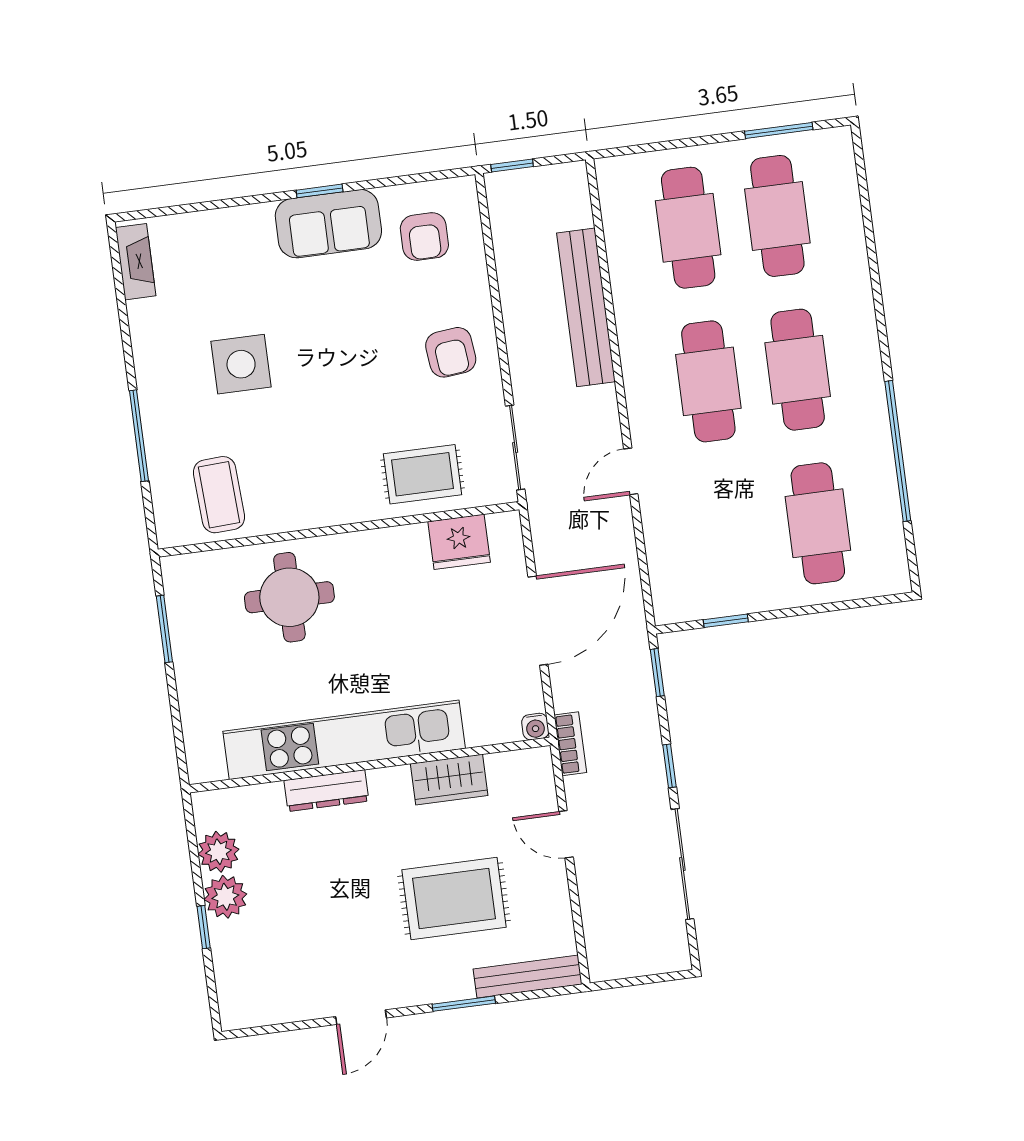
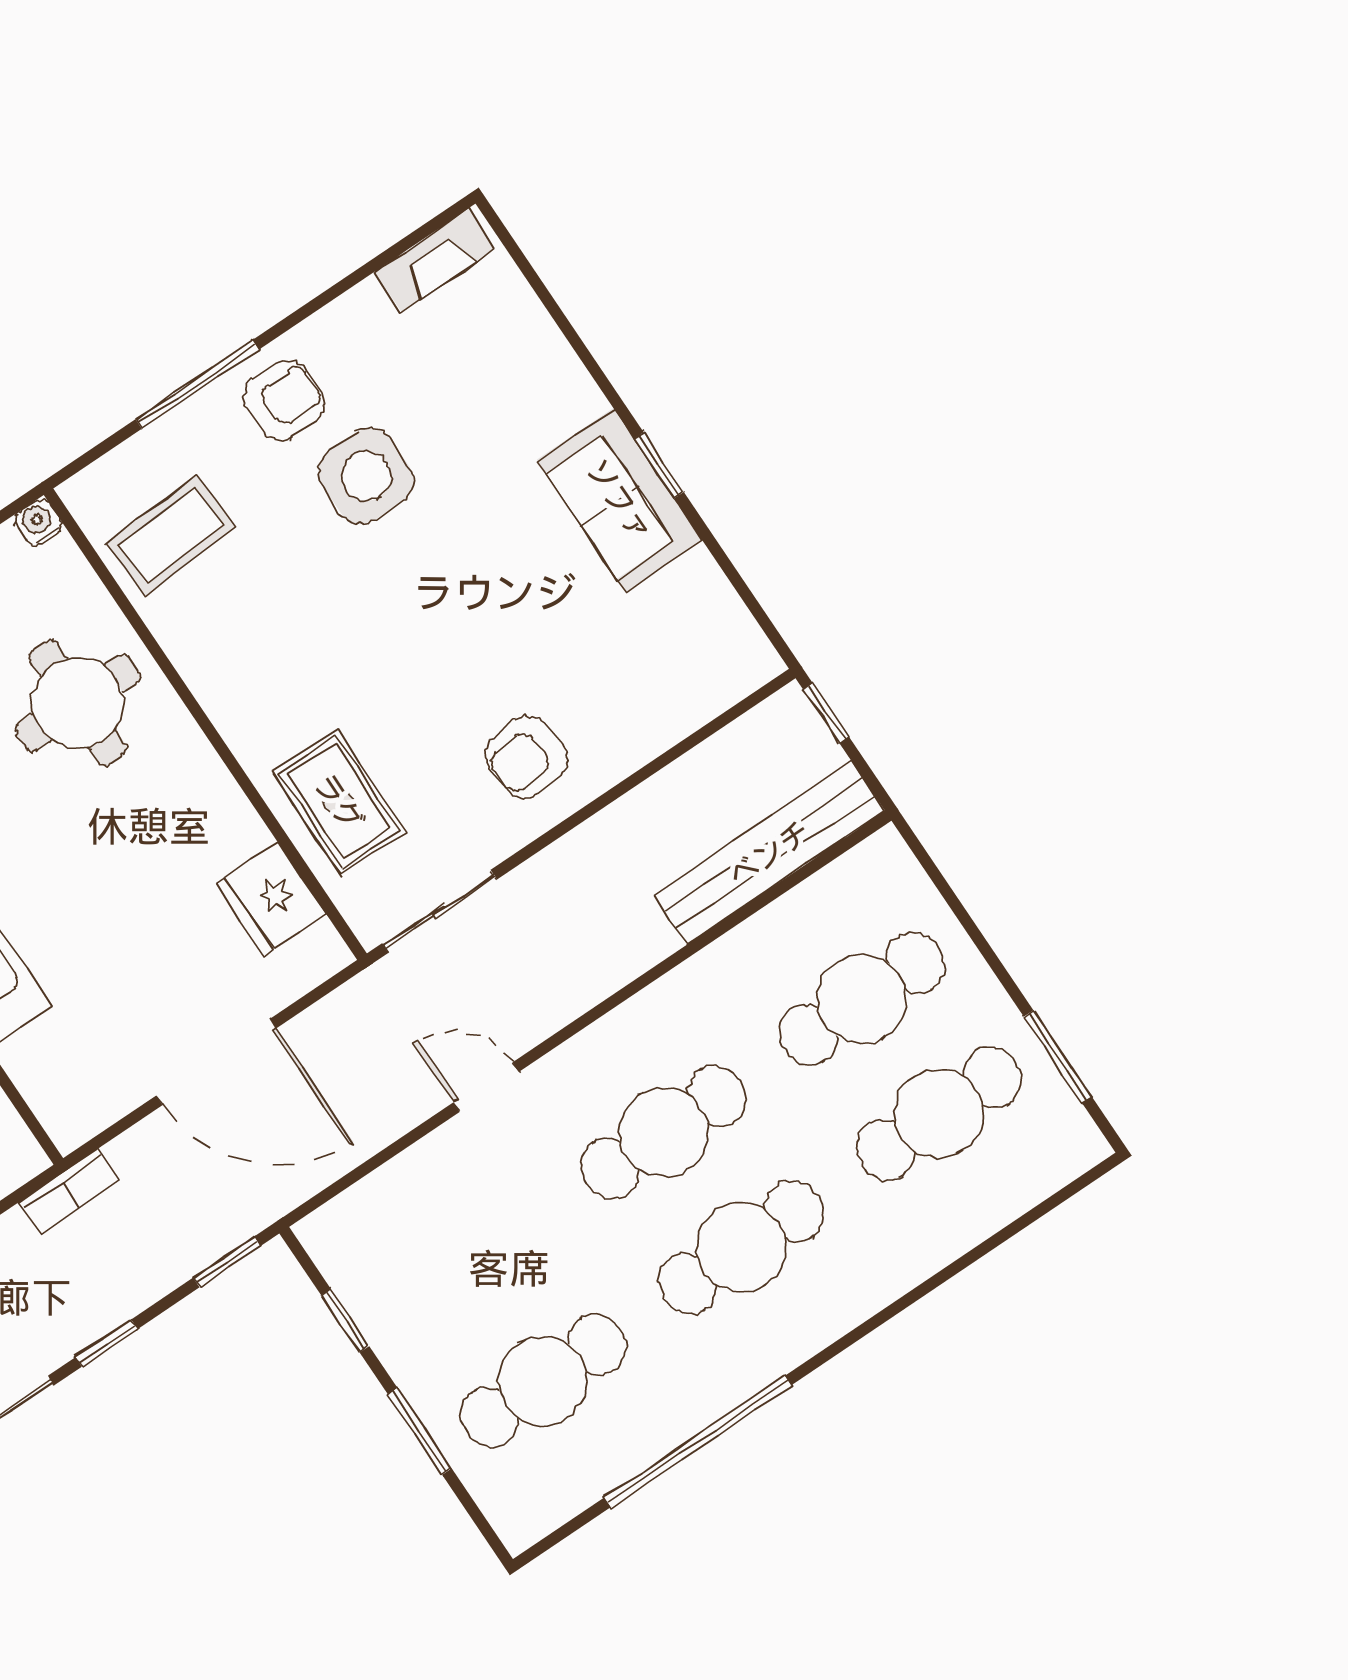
armchair: (424, 237) -> (284, 400), moved, turned 180
bench: (586, 307) -> (769, 853), moved
window: (811, 609) -> (420, 1431), added
water cooler: (535, 727) -> (38, 522), moved, turned 90

